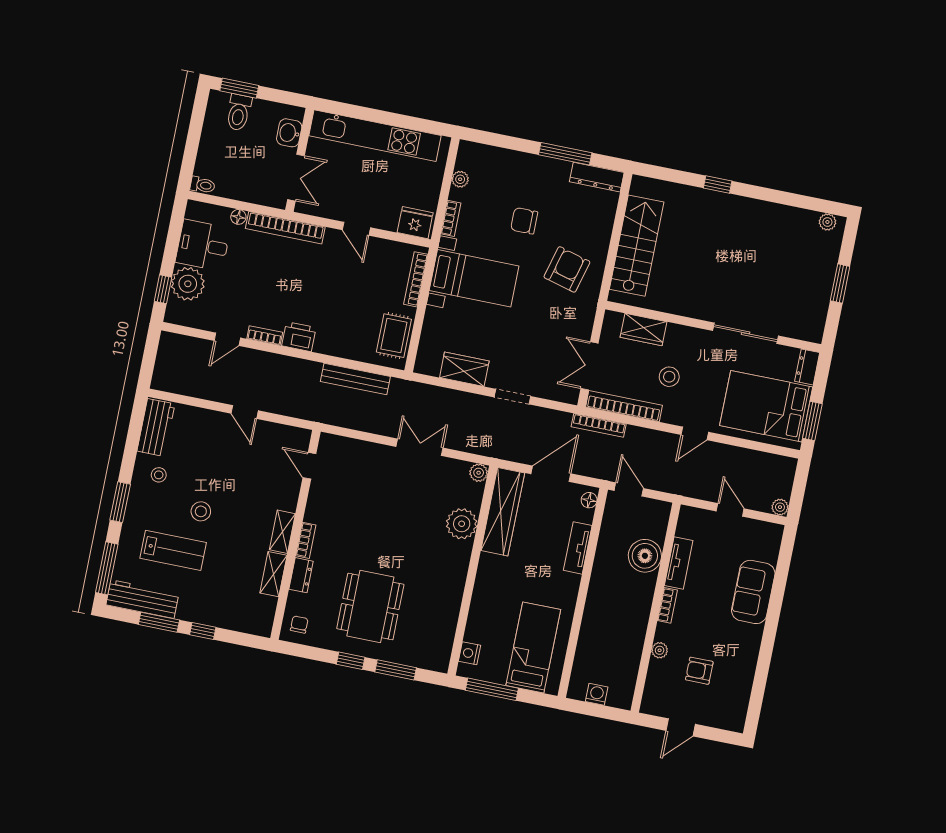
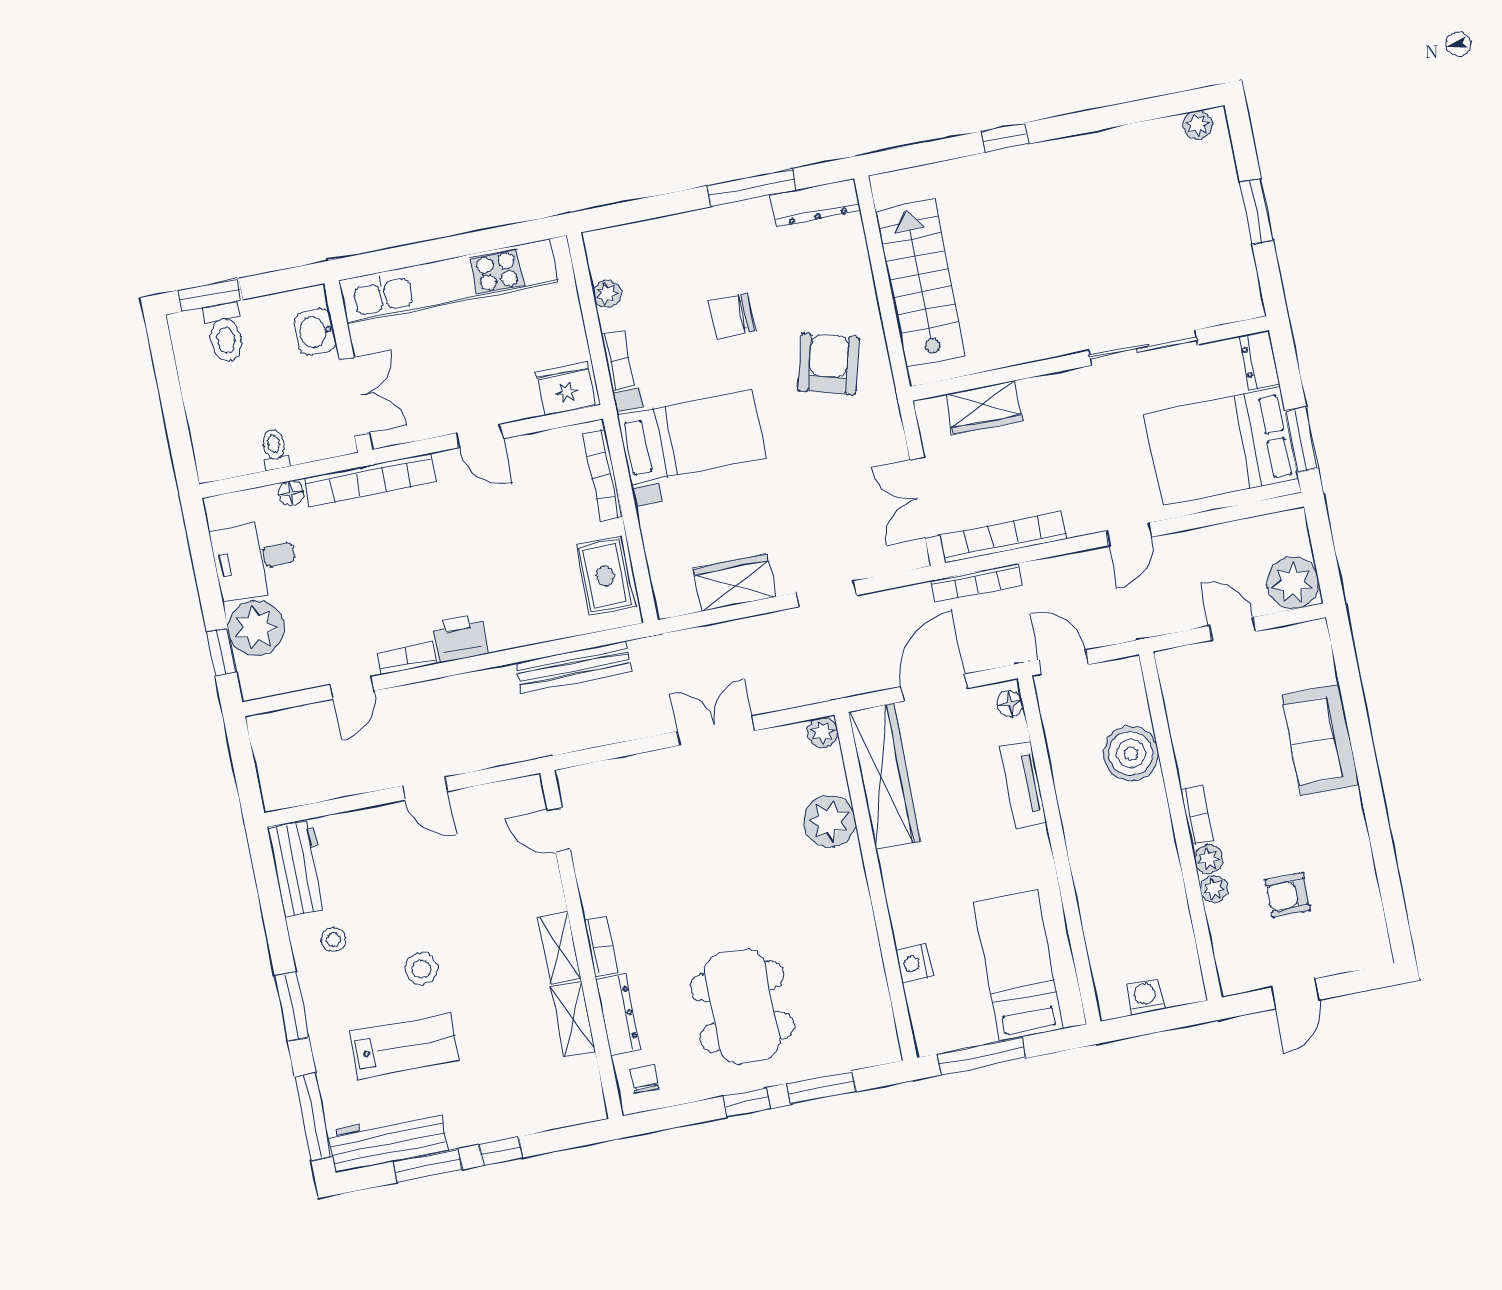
toilet: (203, 185) -> (275, 449), moved, turned -90
stool: (669, 377) -> (1054, 463), removed
plant: (780, 507) -> (1293, 583), width x1.87, depth x1.87
tv unit: (679, 563) -> (1187, 743), removed
dresser: (301, 575) -> (618, 1014), width x1.44
plant: (664, 632) -> (1209, 859), added
nightstand: (470, 653) -> (914, 963), moved

